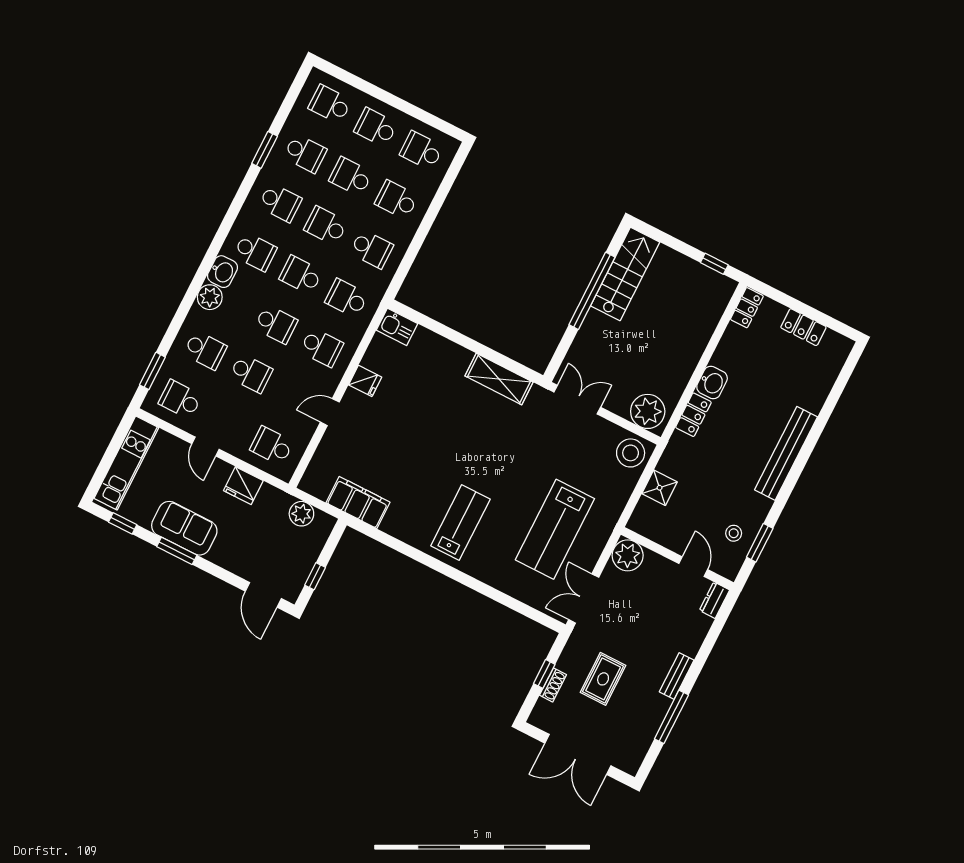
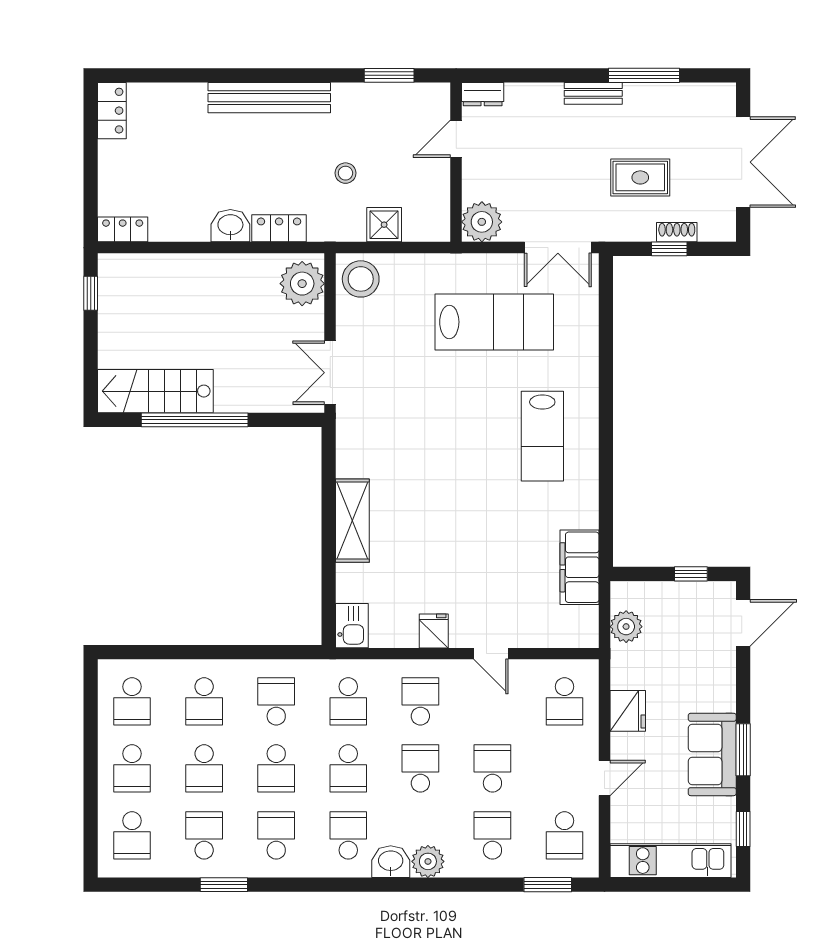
locker: (803, 327) -> (112, 111), moved
shelving: (499, 379) -> (352, 521), moved
lab bench: (460, 522) -> (542, 436), turned -90
stool: (734, 533) -> (345, 173), moved

